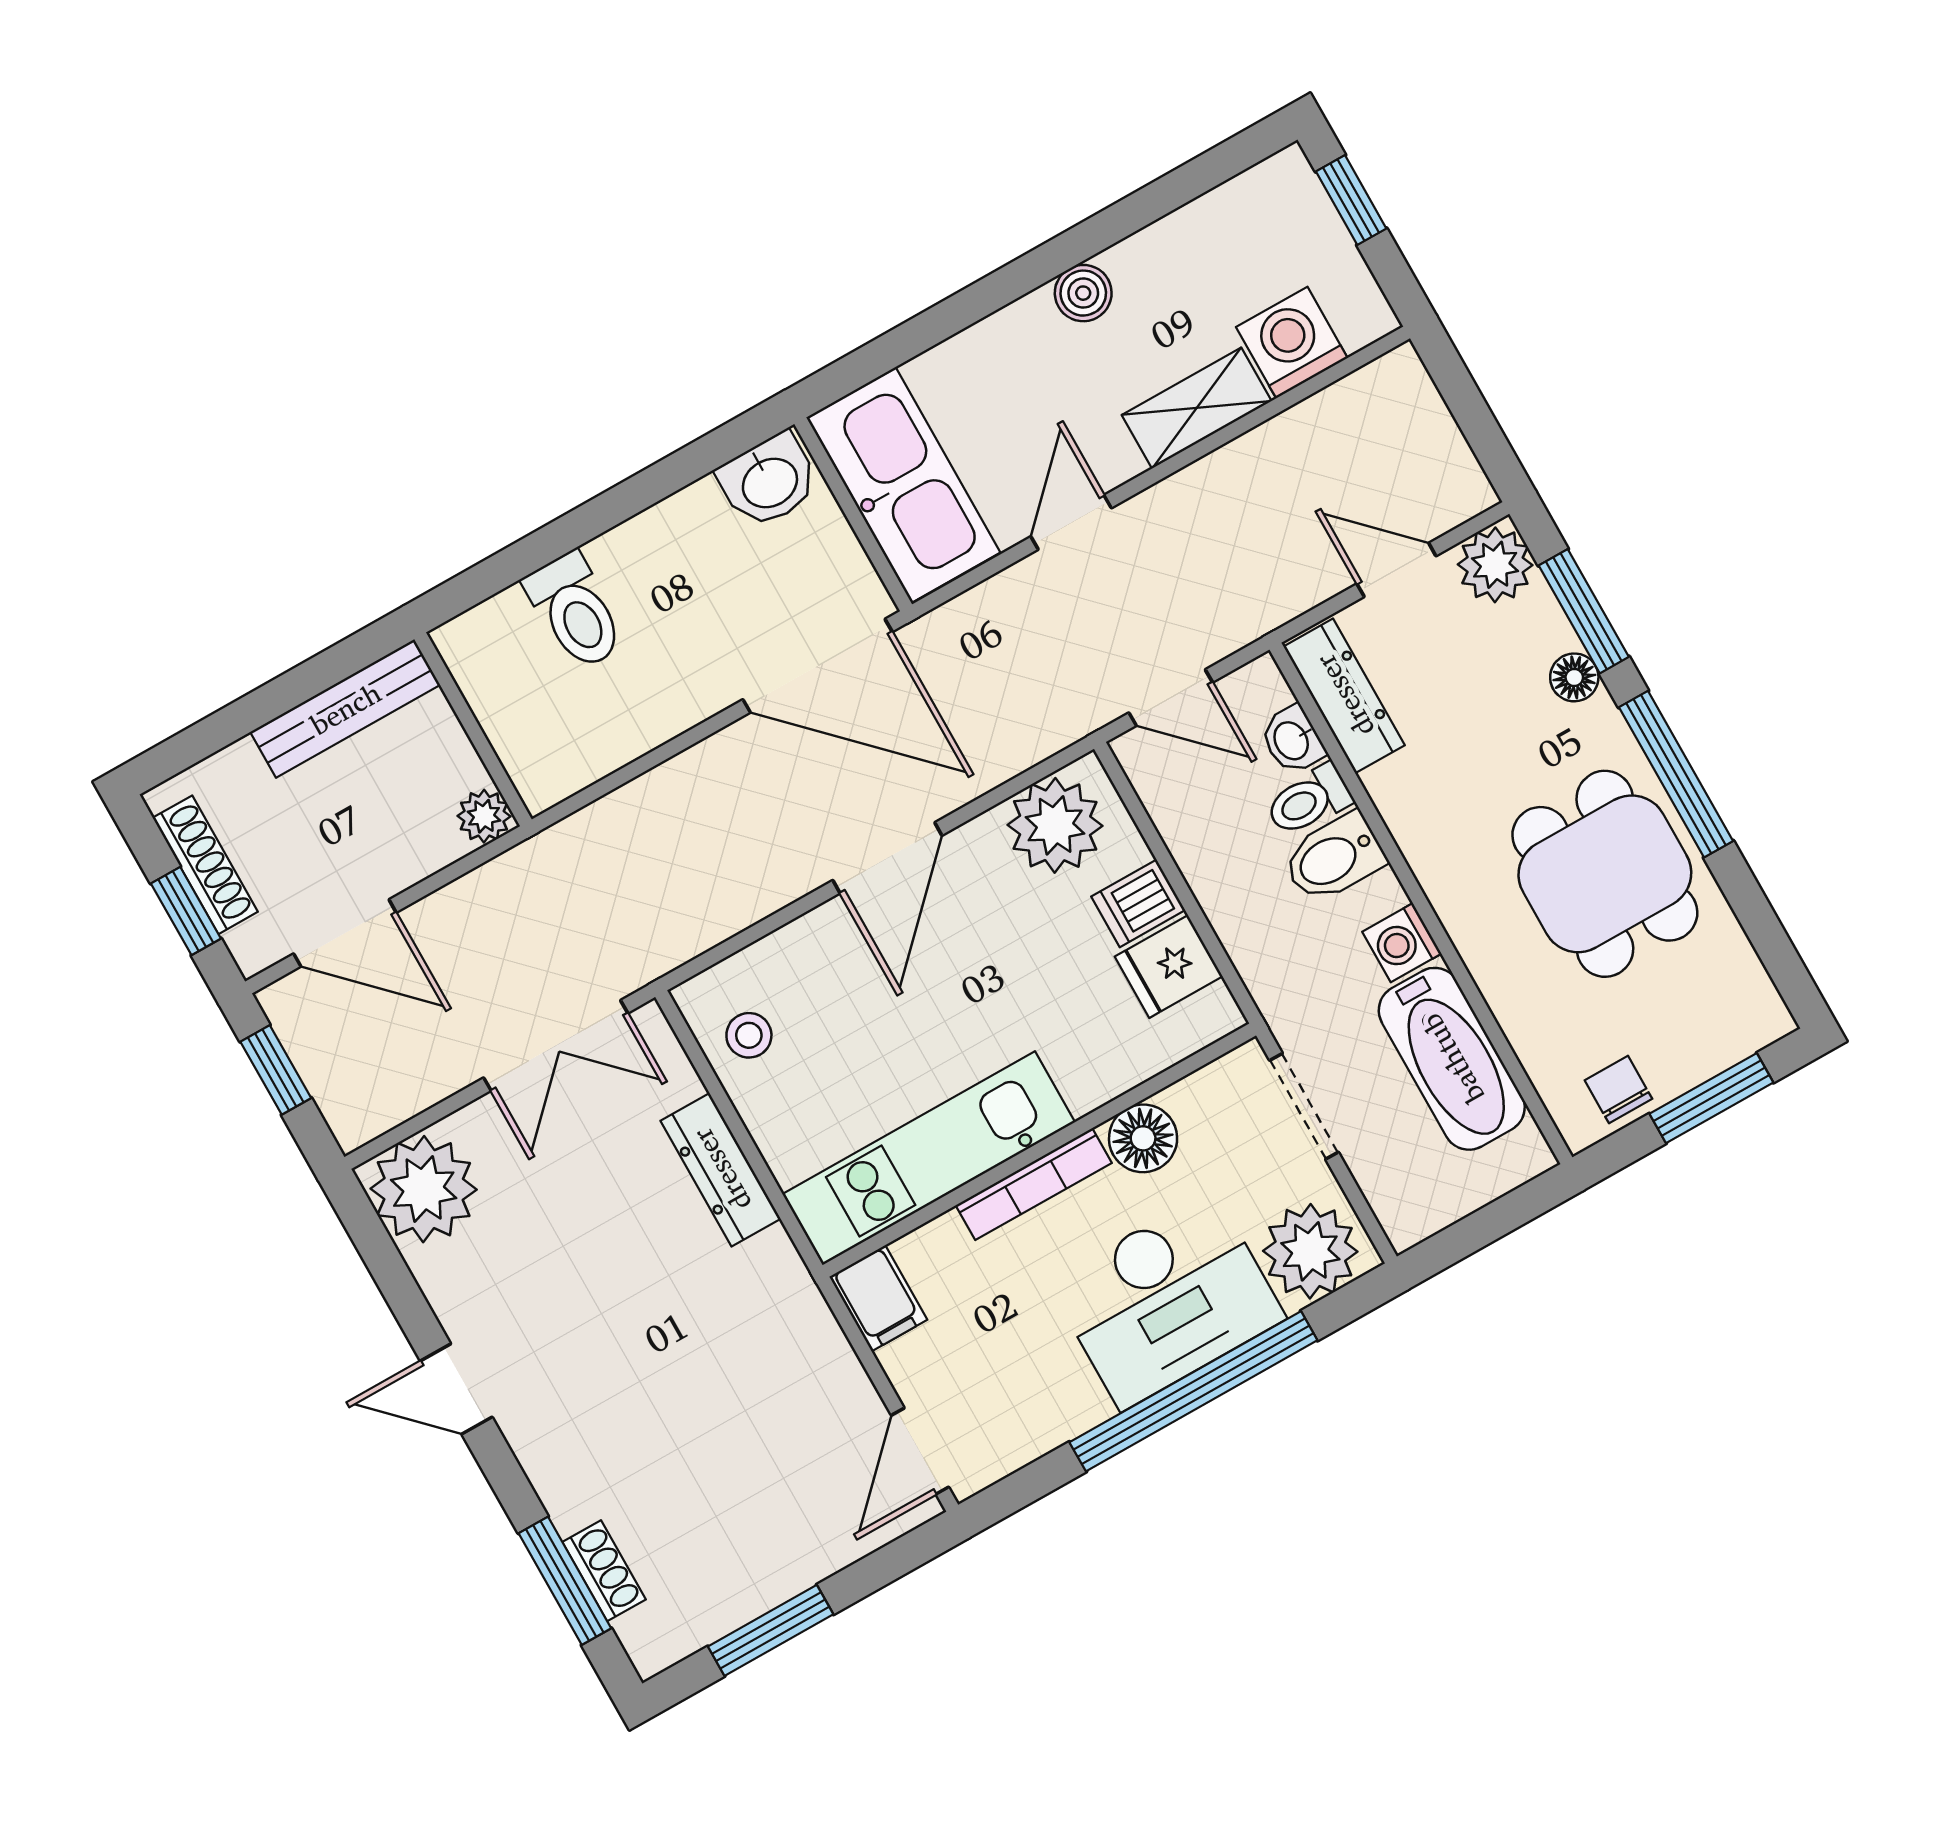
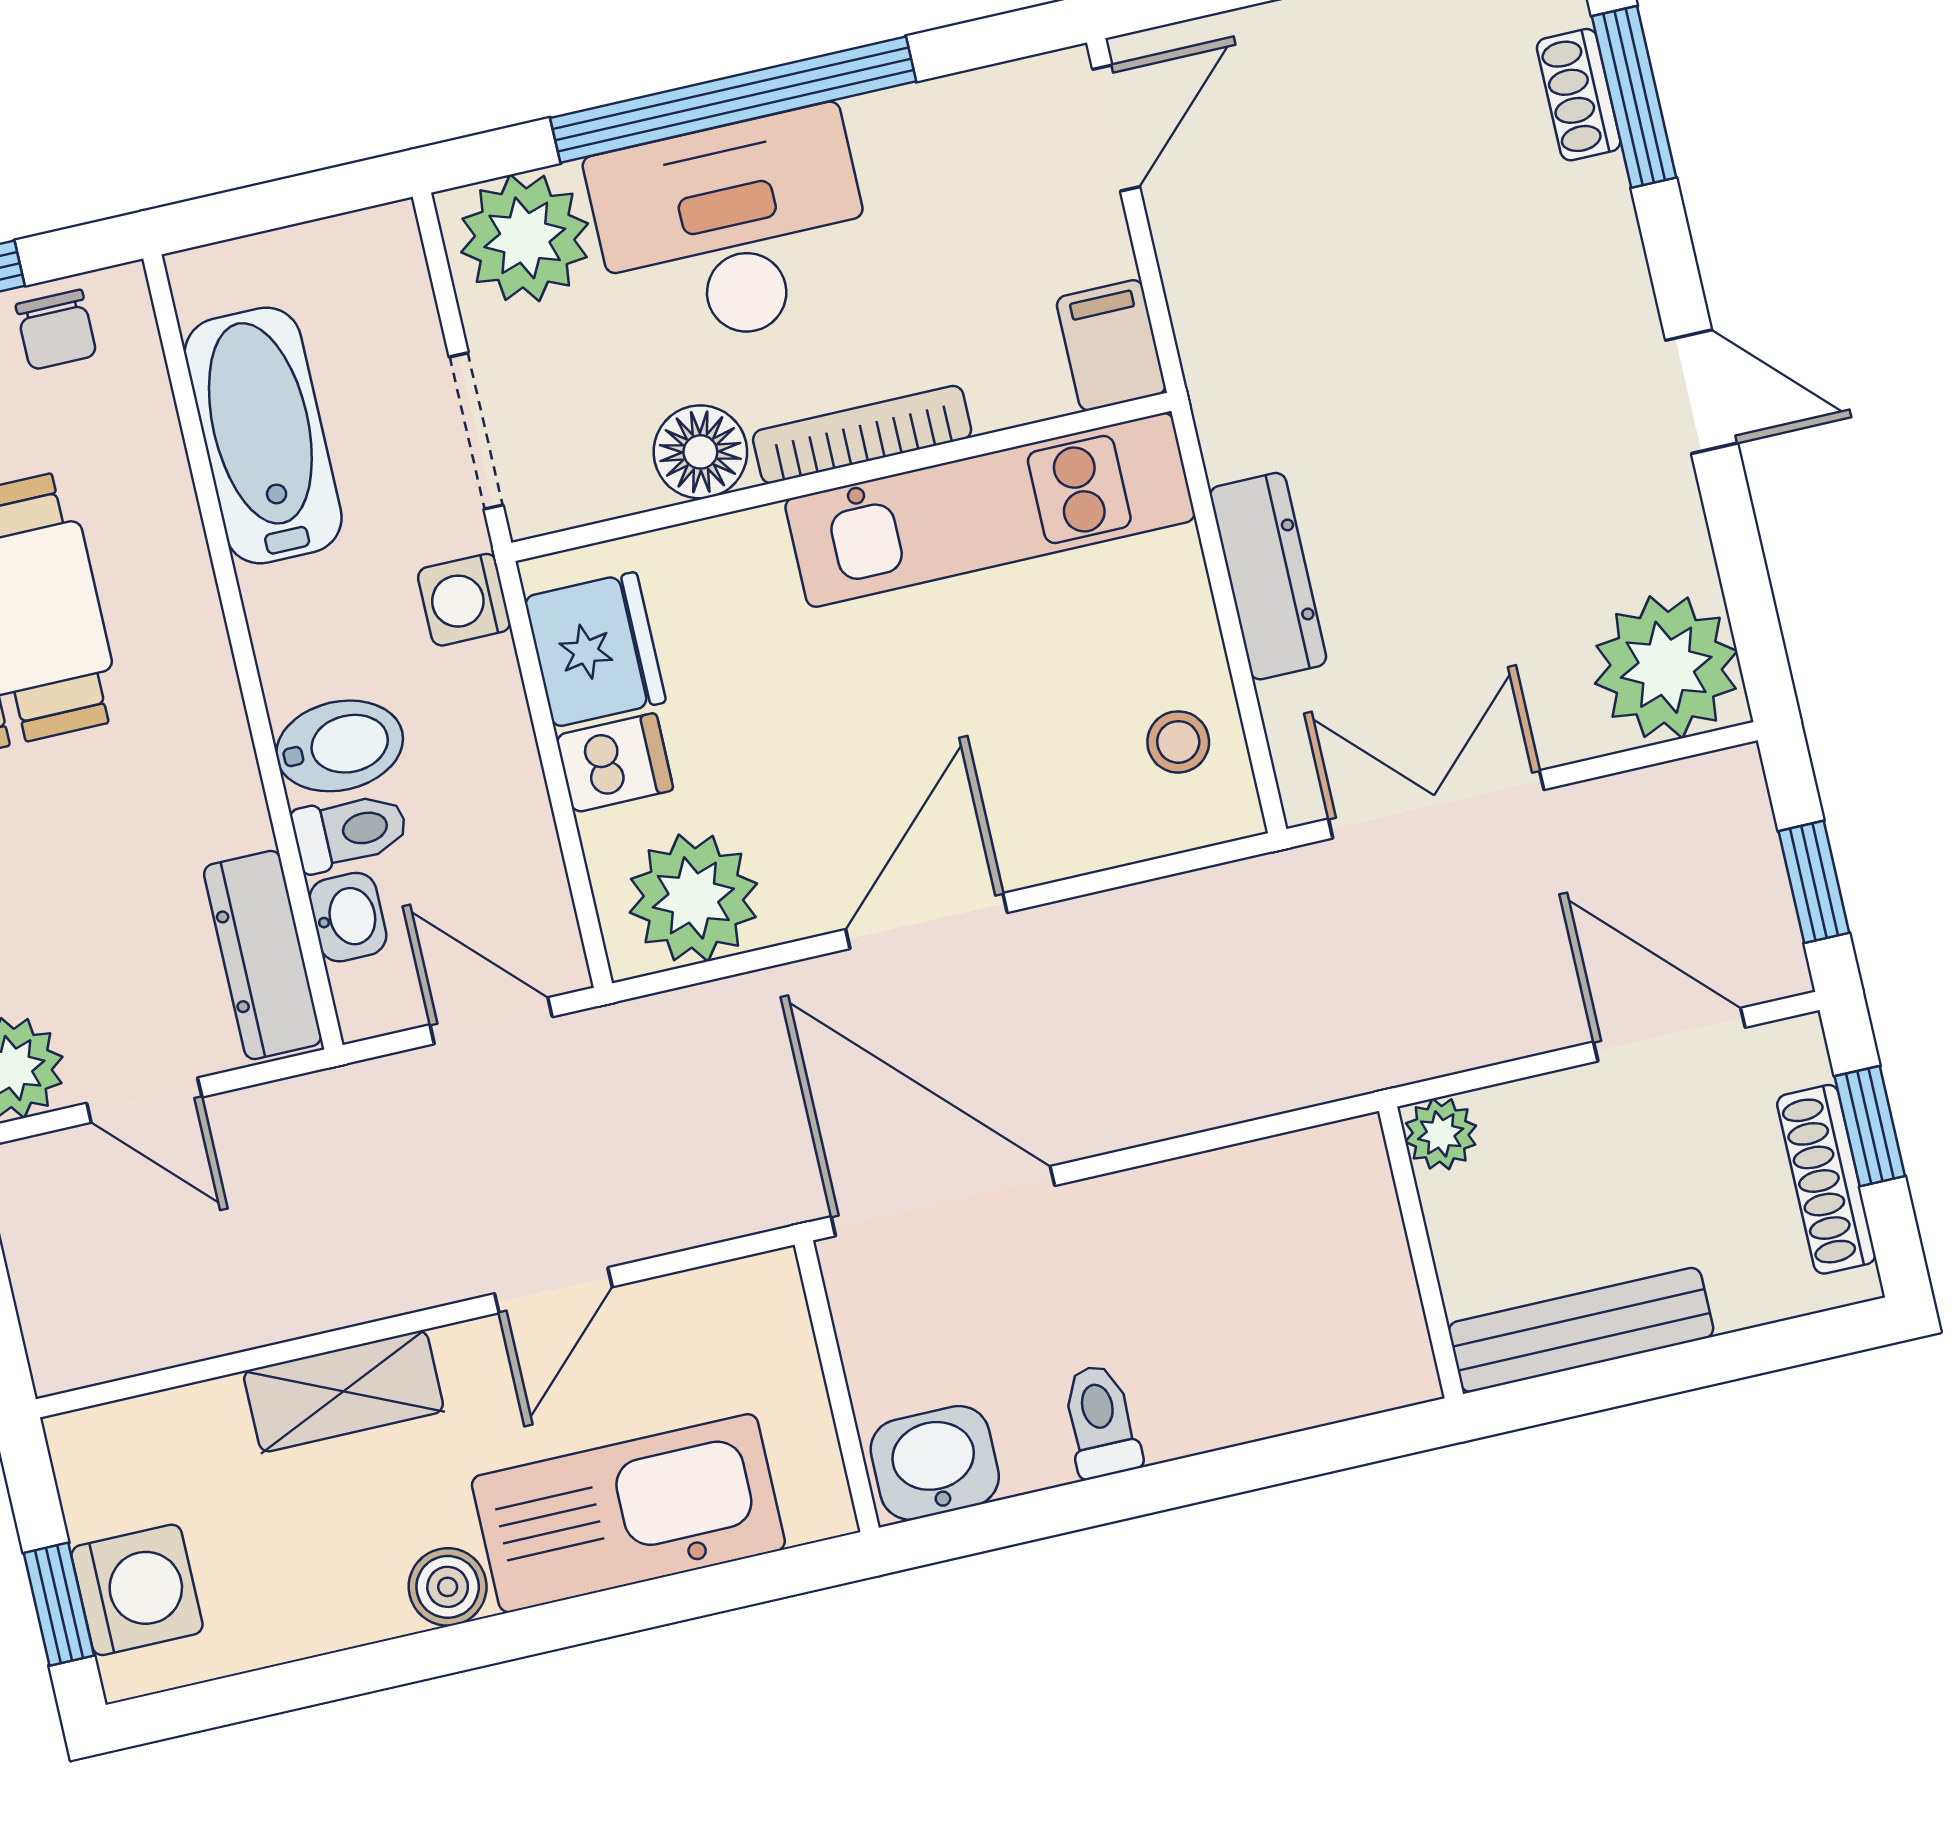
washing machine: (1292, 343) -> (137, 1590), moved, turned -90
kitchen sink: (903, 485) -> (628, 1513), moved, turned 90
toilet: (575, 611) -> (1101, 1421), moved, width x0.73, depth x0.72
washing machine: (1402, 943) -> (464, 600), moved, turned 180
fridge: (1169, 966) -> (595, 650), width x1.38

